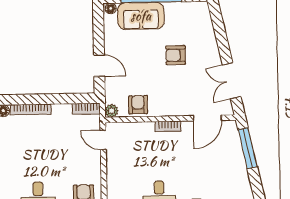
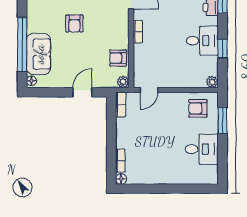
bookcase: (31, 109) -> (120, 161), width x0.64

